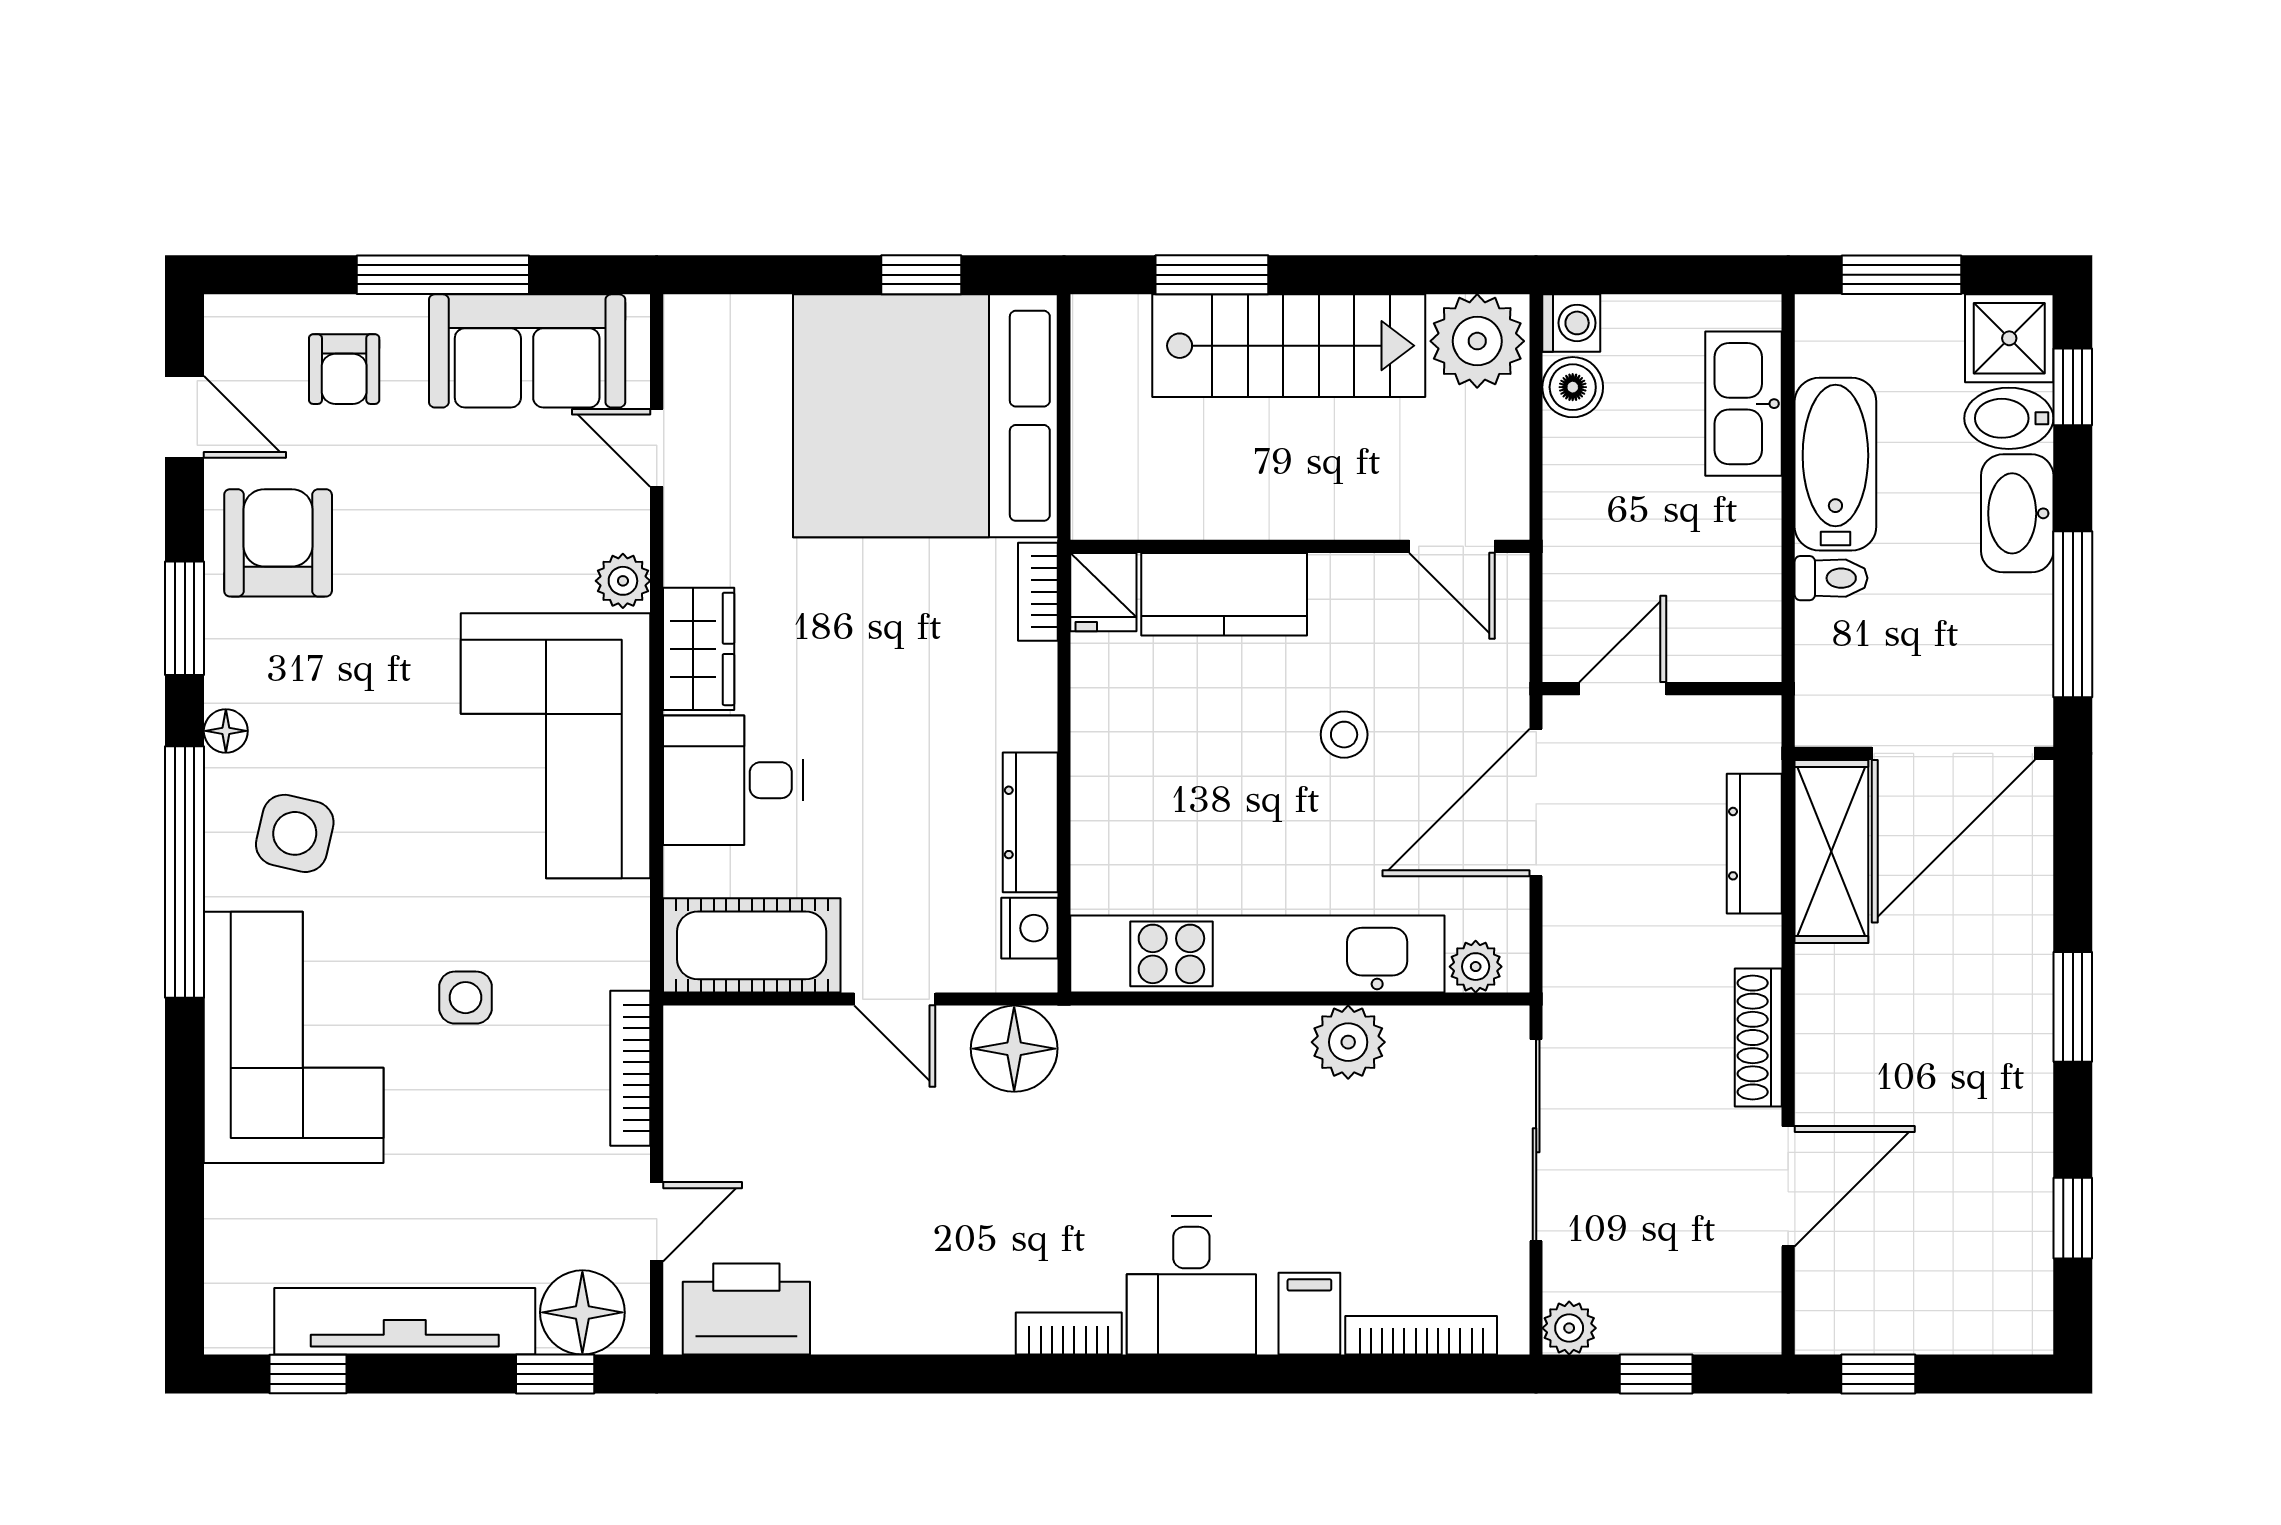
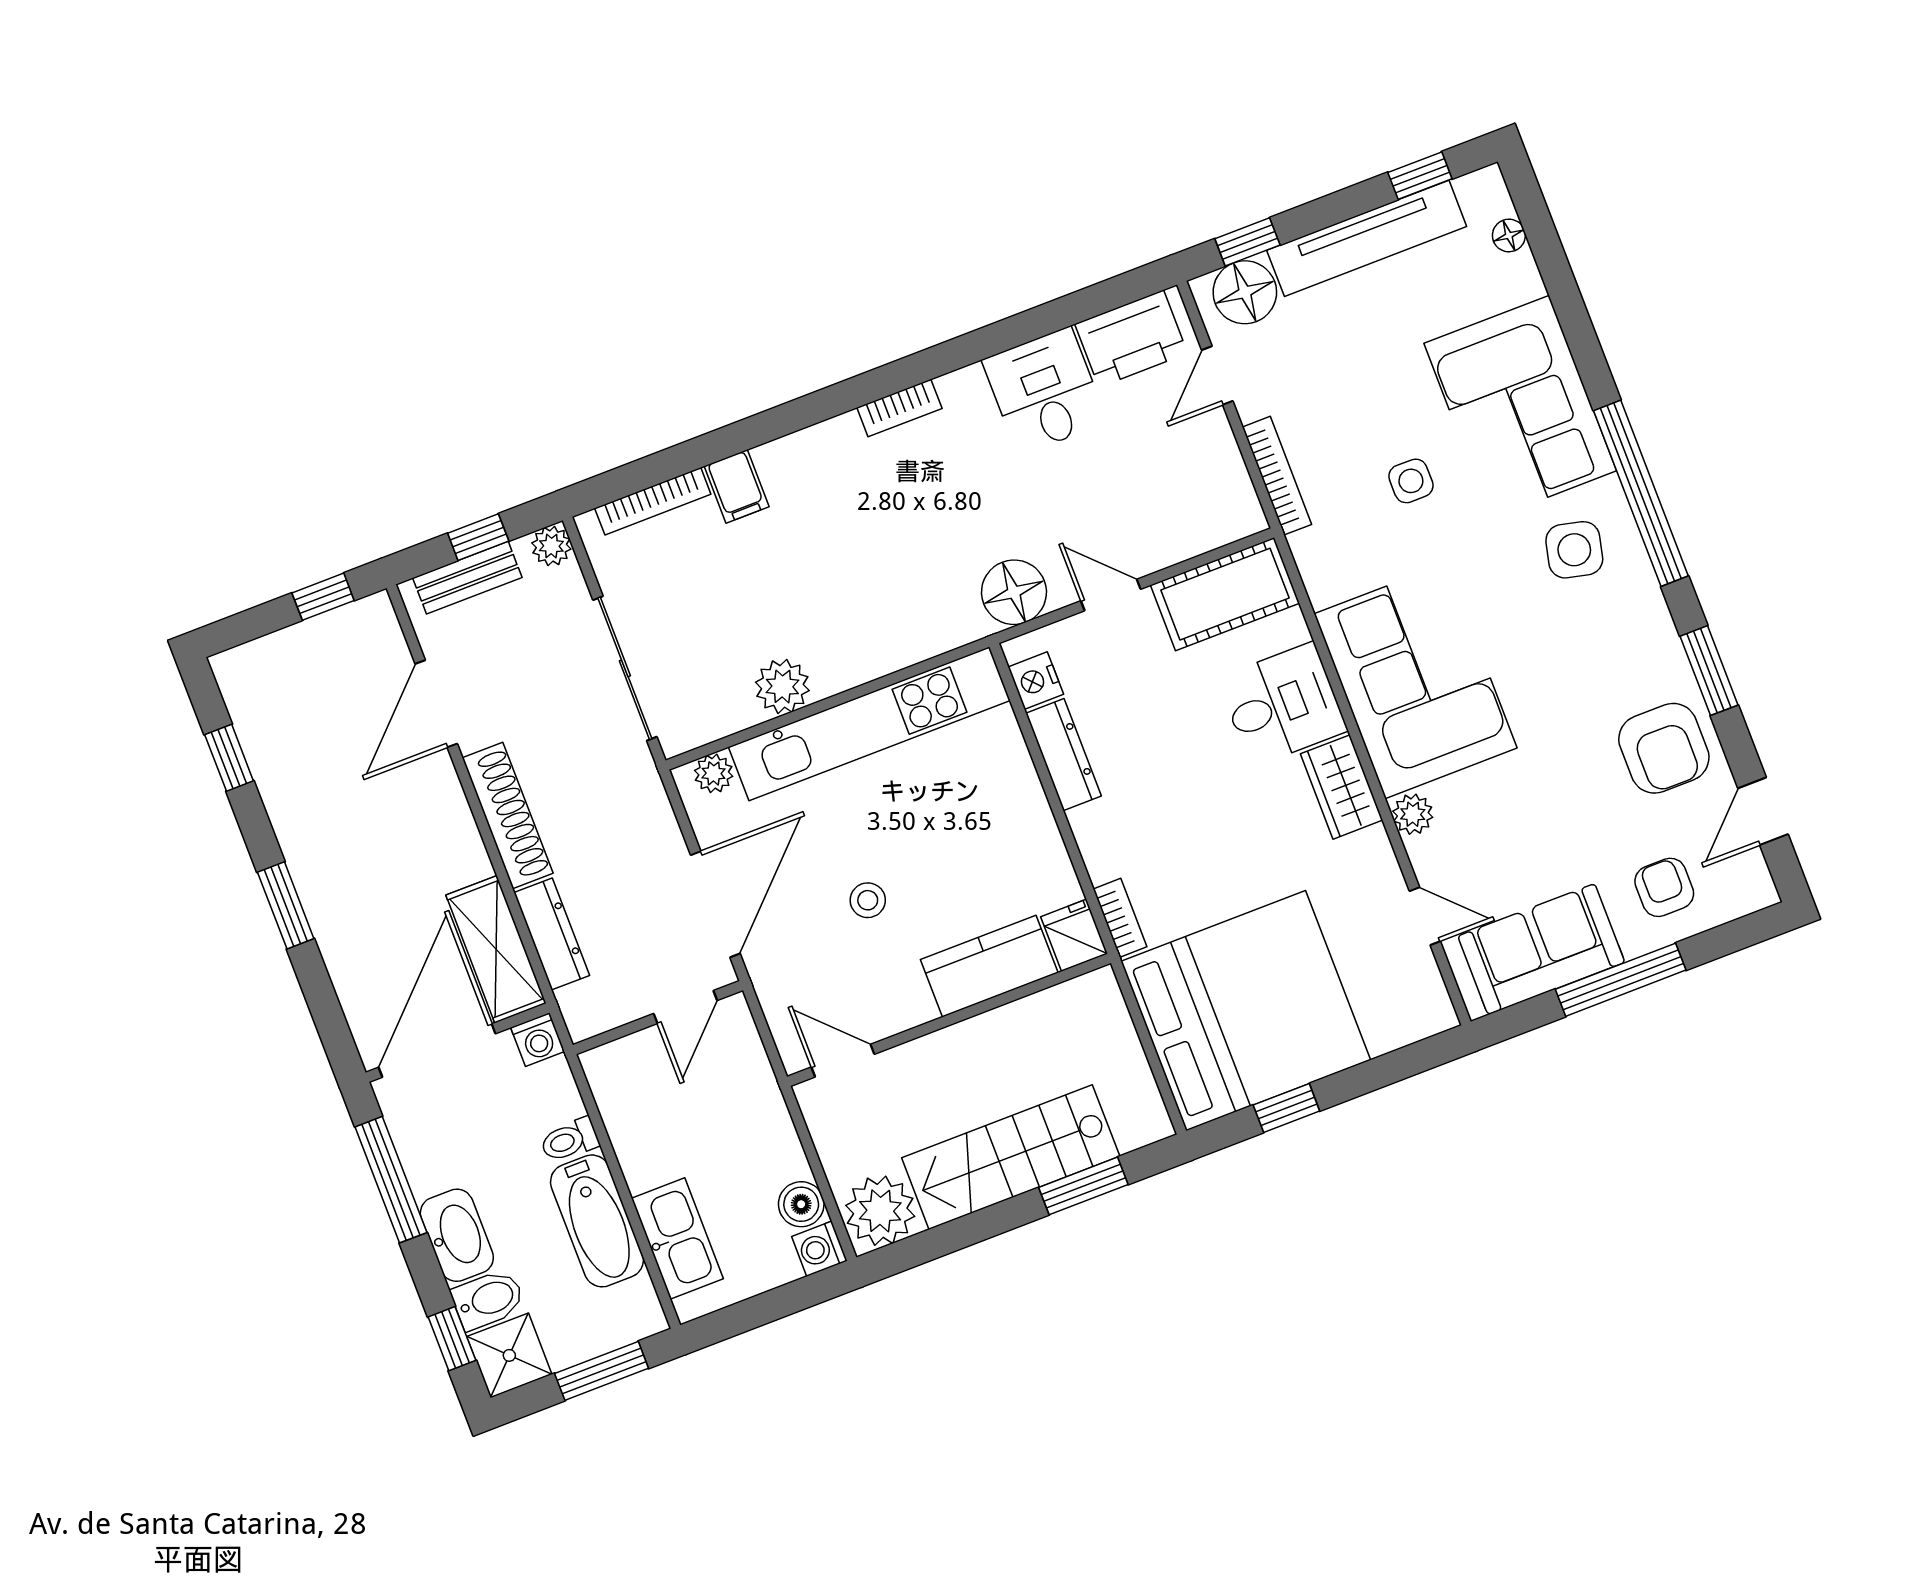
door: (185, 417) -> (1763, 811), hinge flipped
washing machine: (1823, 719) -> (538, 1040), added
floor lamp: (226, 731) -> (1509, 235), moved
shoe rack: (1758, 1038) -> (508, 816), width x1.36, depth x1.24
desk: (1191, 1285) -> (1045, 391), moved
bench: (1689, 1329) -> (467, 578), added

